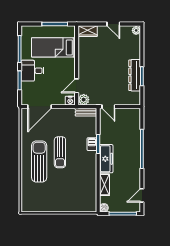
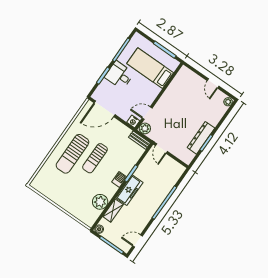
wardrobe: (88, 31) -> (188, 74), removed
barbecue: (92, 144) -> (119, 180), moved
sun lounger: (39, 162) -> (72, 154), turned 180
plant: (89, 185) -> (100, 202), added

